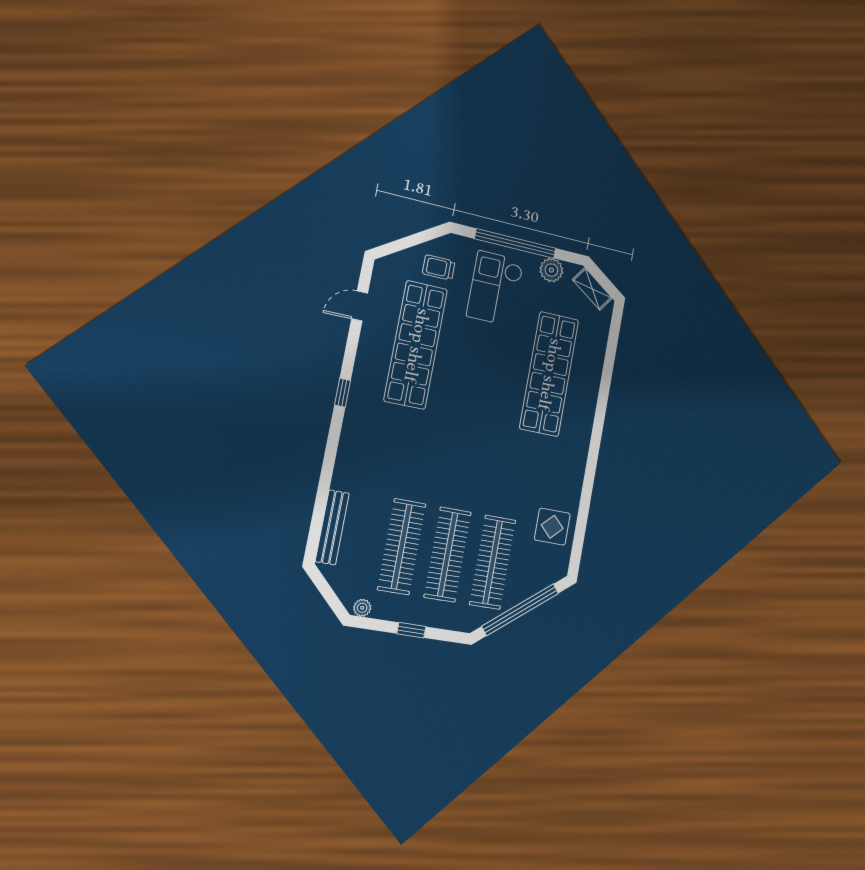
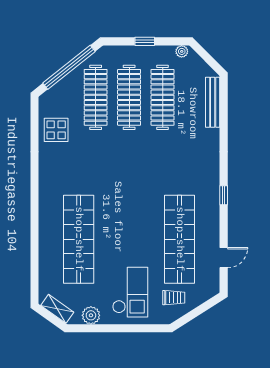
window: (515, 243) -> (121, 328), removed

